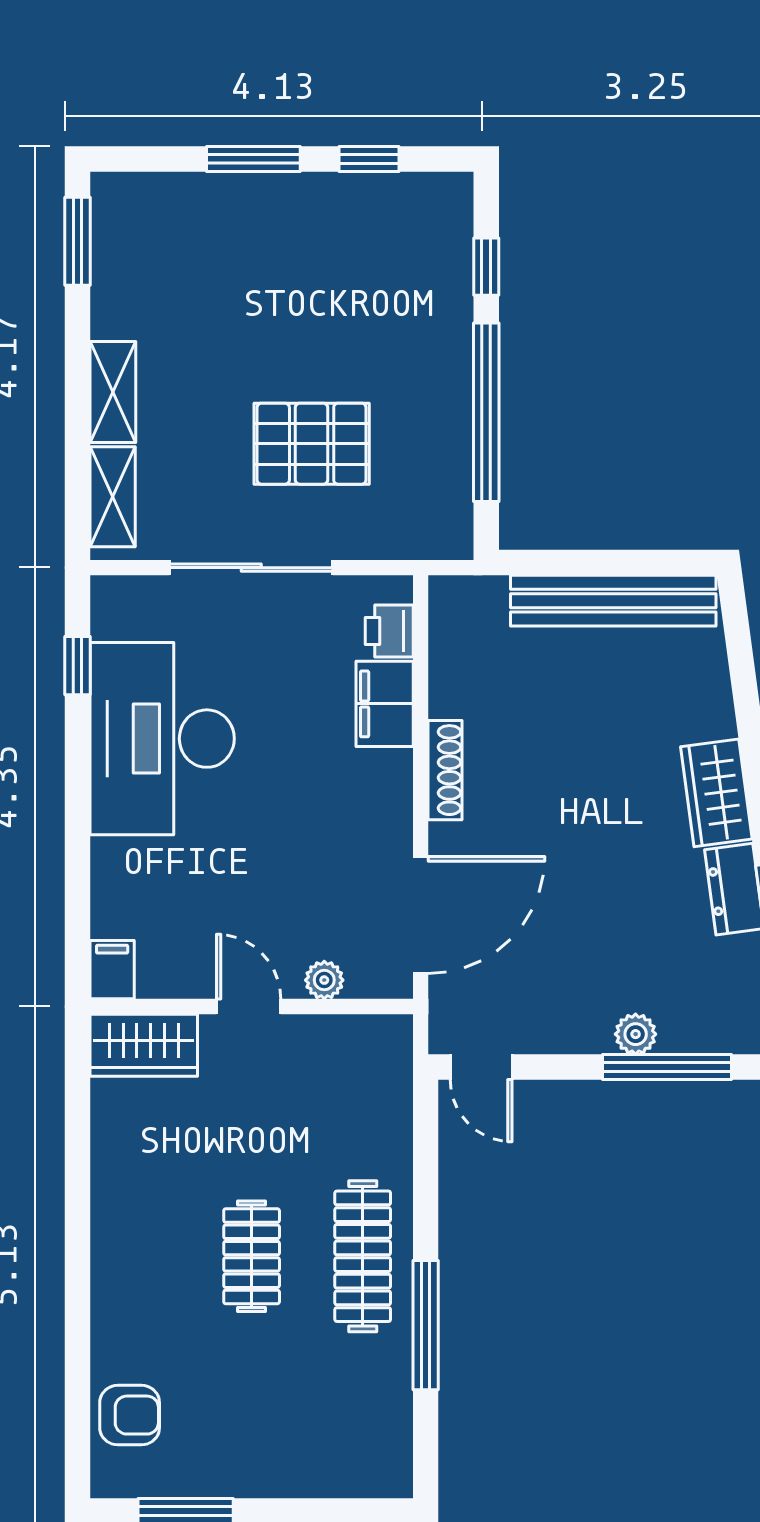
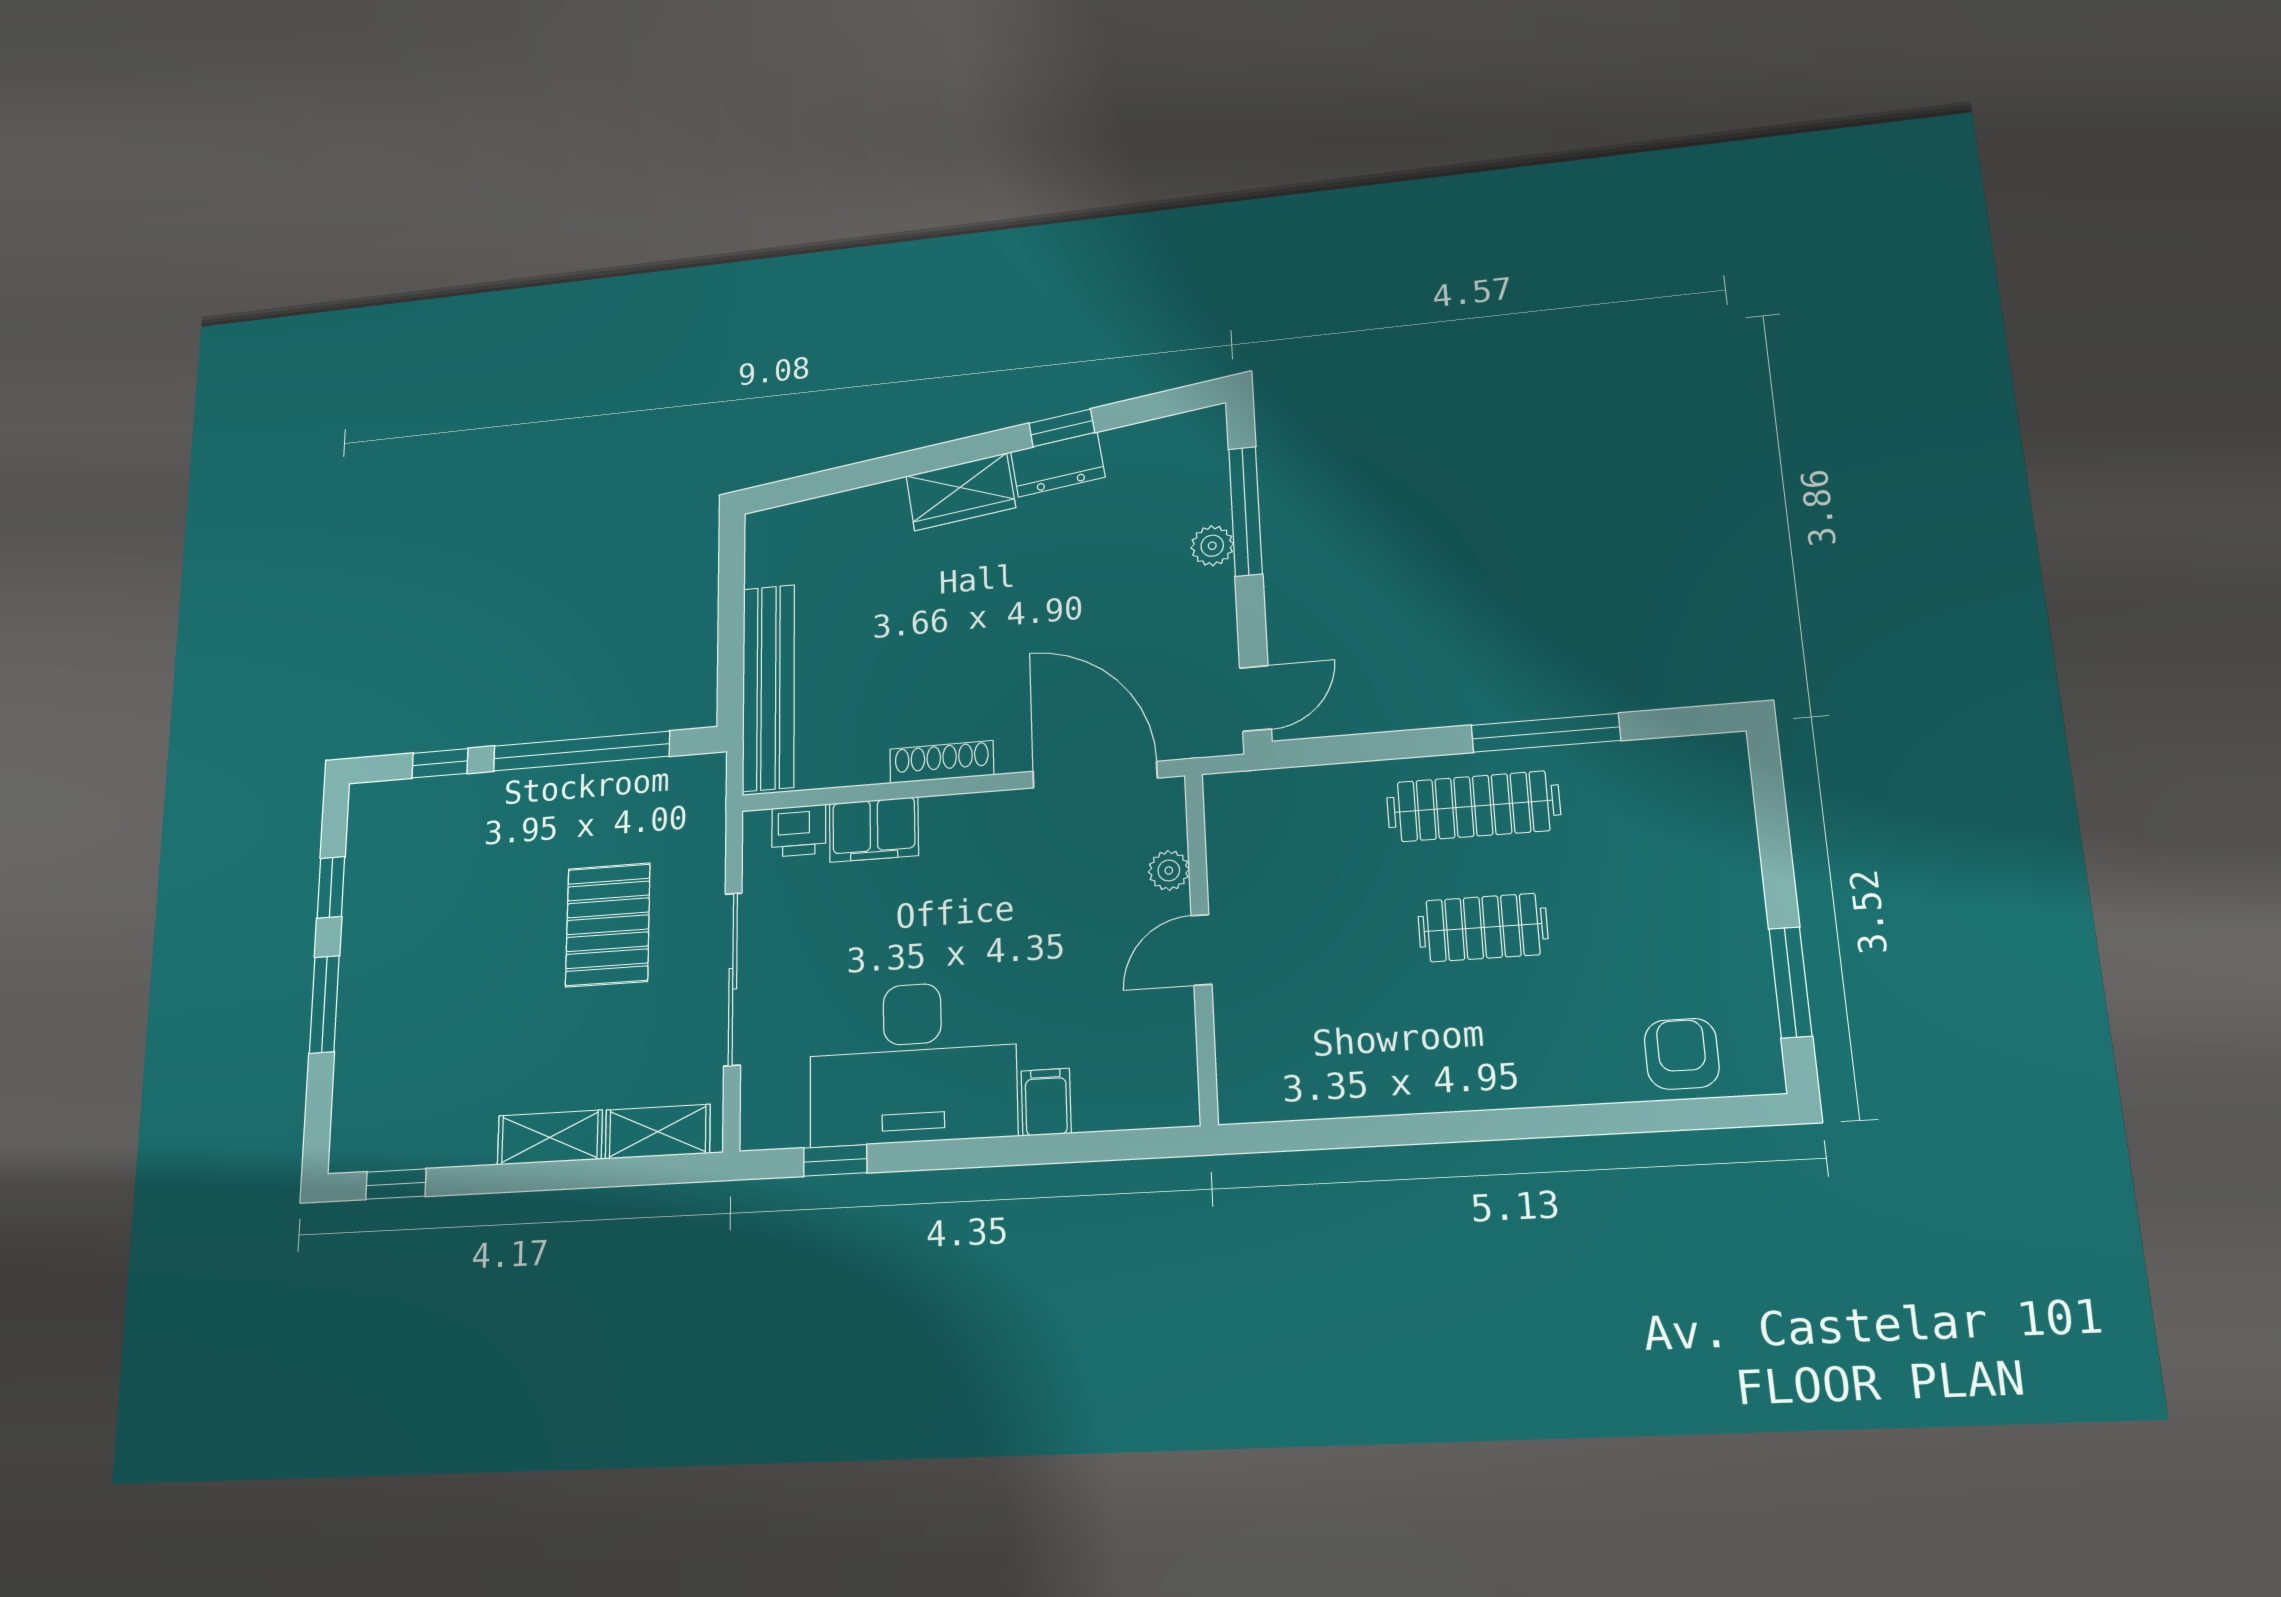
window: (77, 241) -> (396, 1184), width x0.67
bench: (613, 601) -> (768, 687), moved
filing cabinet: (112, 970) -> (1046, 1102), moved, turned 90
wardrobe: (144, 1045) -> (1250, 1063), removed

